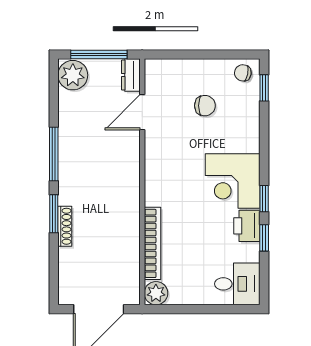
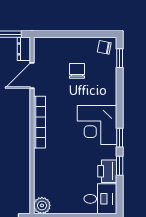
chair: (205, 106) -> (77, 71), turned -90
printer: (247, 226) -> (107, 171), moved
bookcase: (152, 243) -> (39, 122), moved

